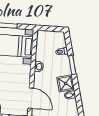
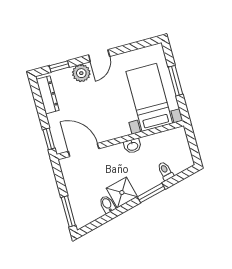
door: (31, 98) -> (84, 150), swing flipped

